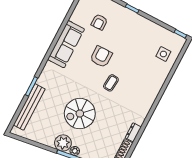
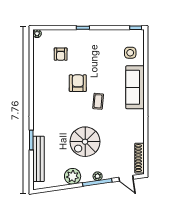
sofa: (66, 44) -> (135, 87), moved, turned 180
dresser: (133, 132) -> (140, 134), removed
plant: (63, 143) -> (73, 176), moved

